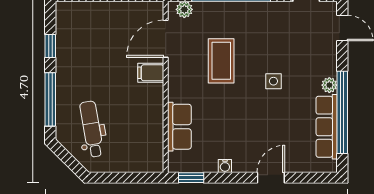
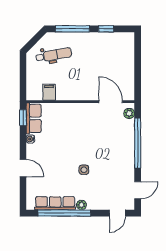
coffee table: (221, 61) -> (97, 137), removed
filing cabinet: (151, 73) -> (49, 92), moved
row of seats: (179, 127) -> (34, 118), moved, turned -90

